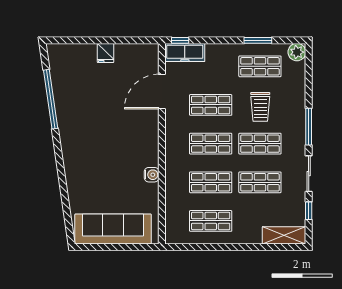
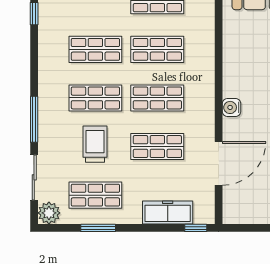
freezer: (185, 53) -> (168, 212), moved
sliding door: (309, 174) -> (34, 177), moved
water cooler: (152, 175) -> (232, 107), moved

